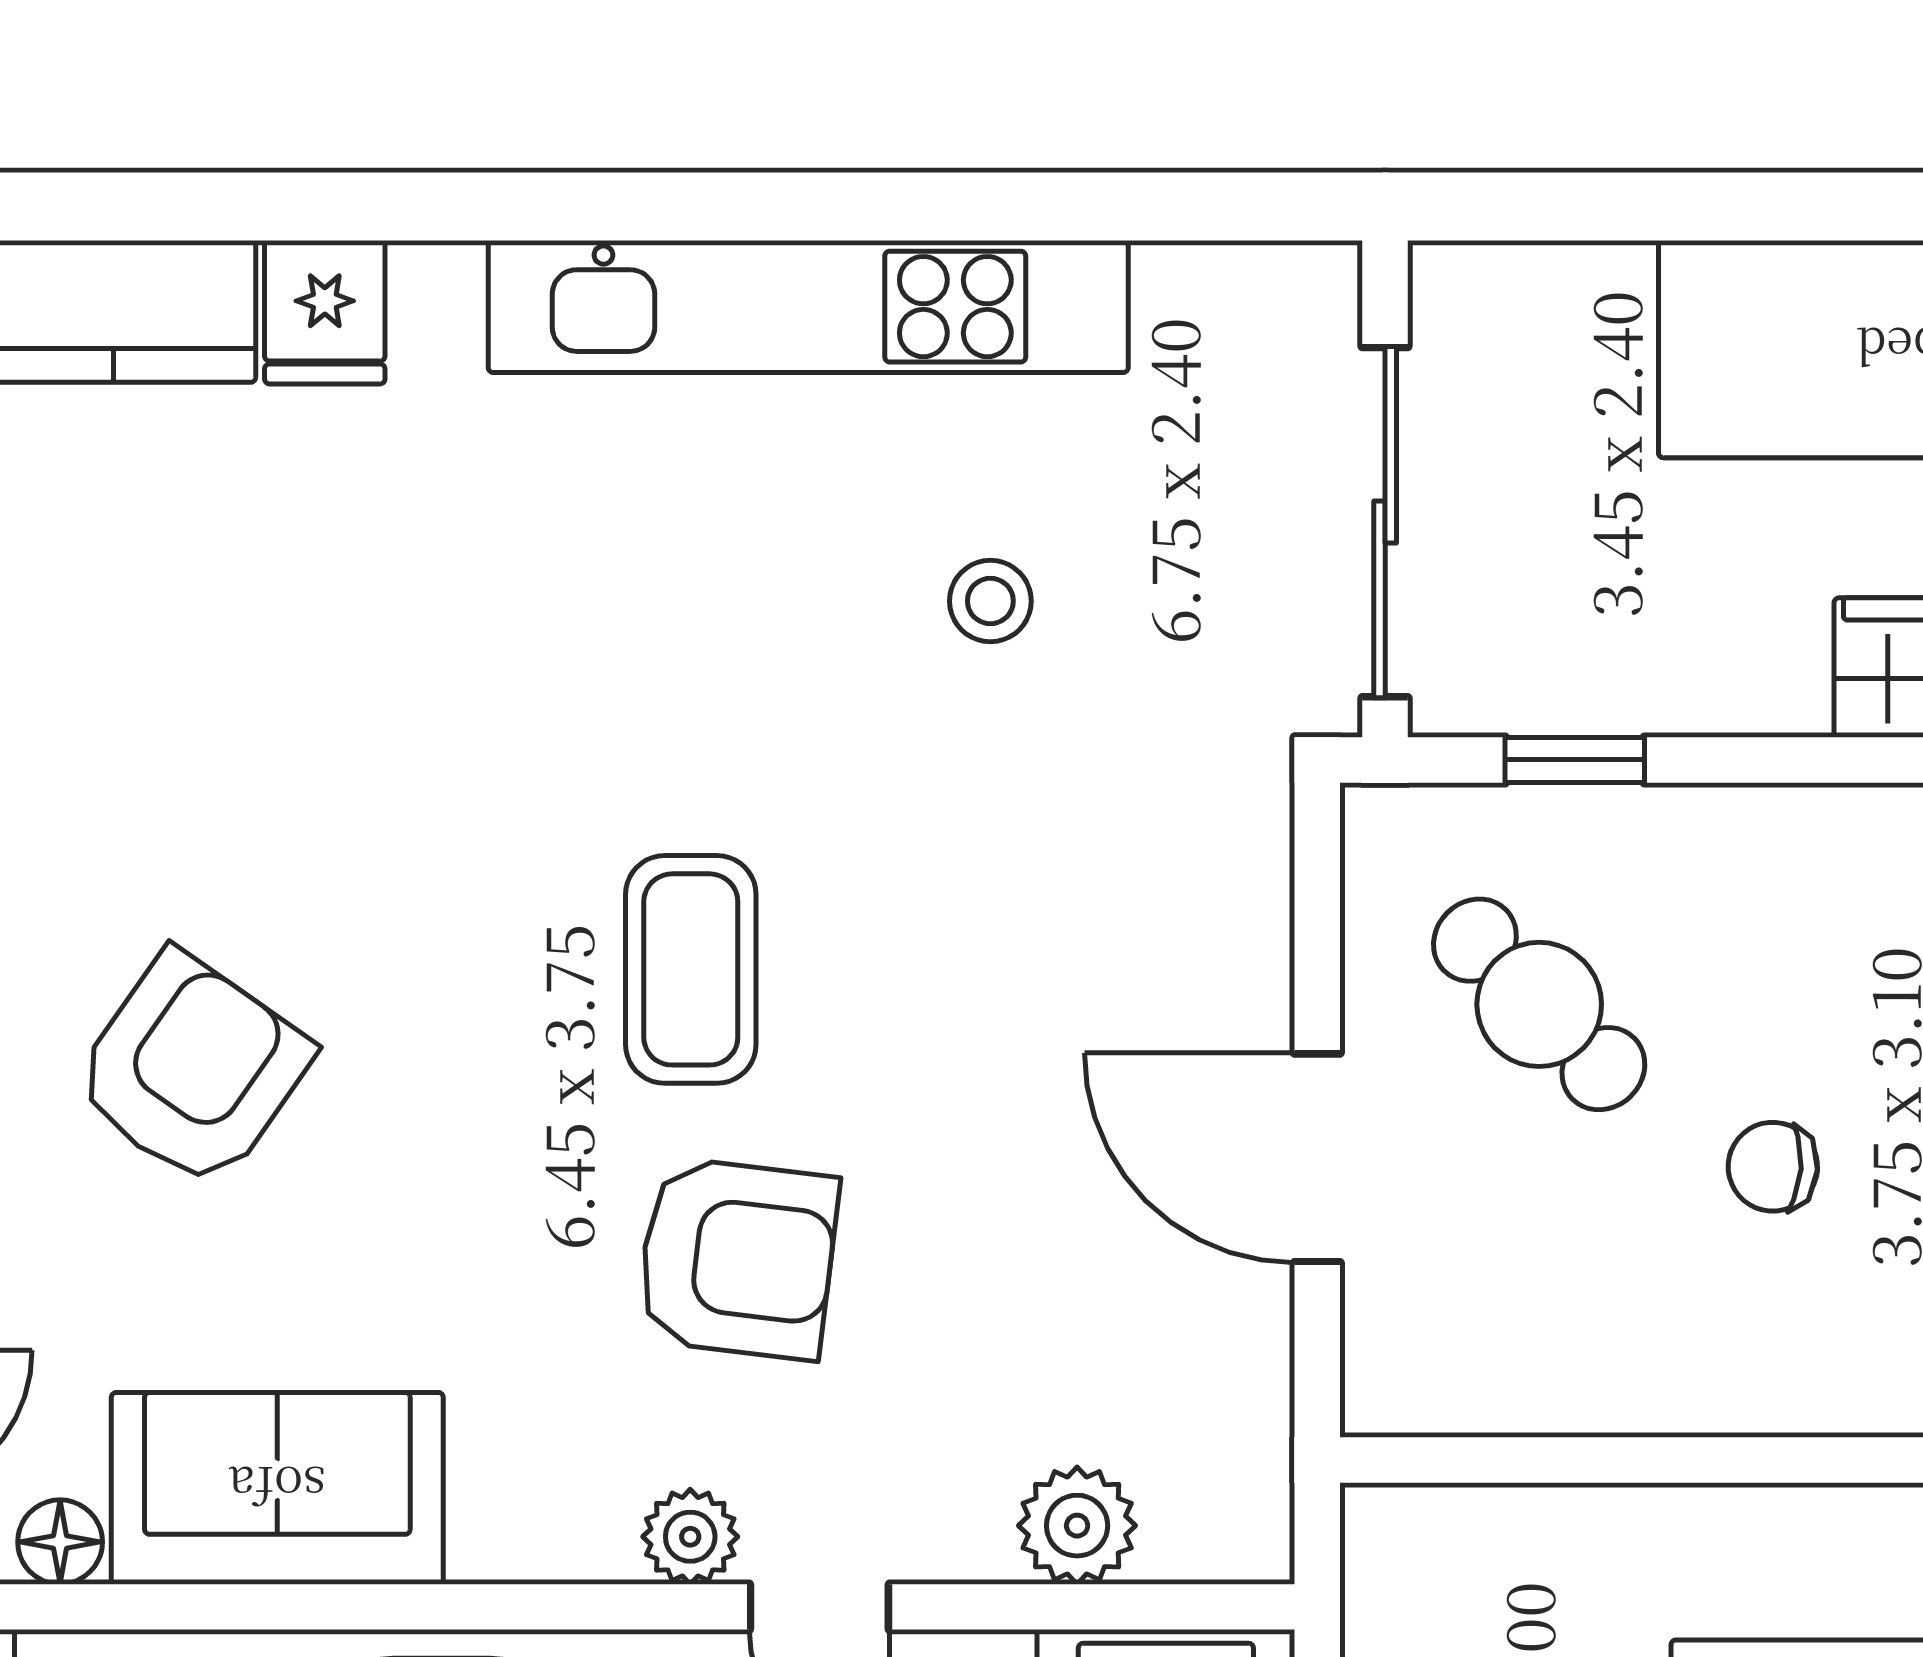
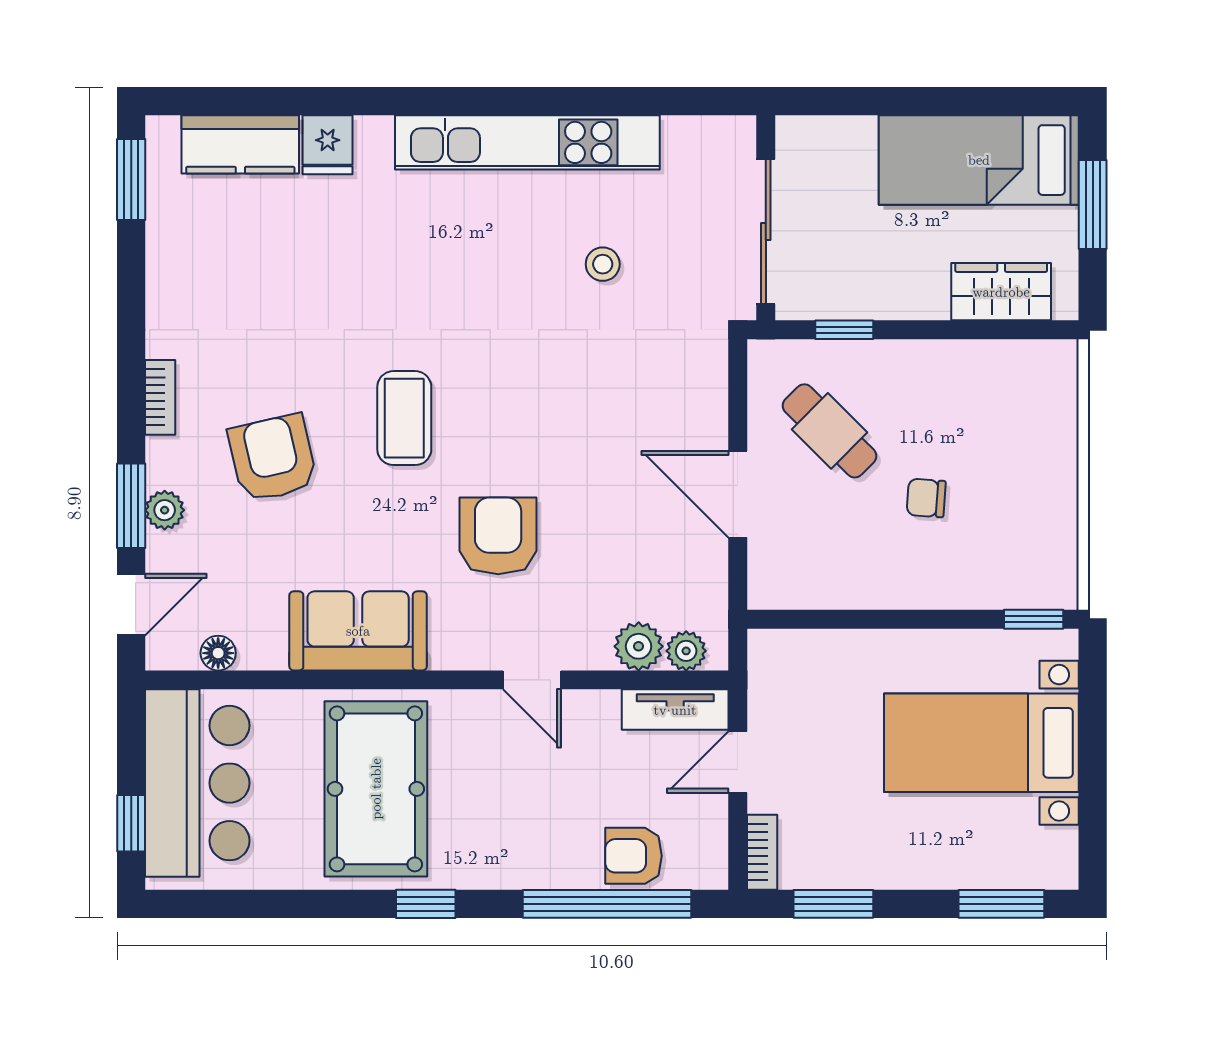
coffee table: (691, 969) -> (404, 418), moved
armchair: (192, 1070) -> (273, 458), turned -48
armchair: (737, 1258) -> (498, 536), turned -97
sofa: (277, 1488) -> (358, 631), moved
plant: (690, 1537) -> (686, 651), moved

